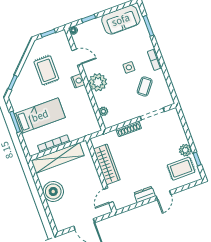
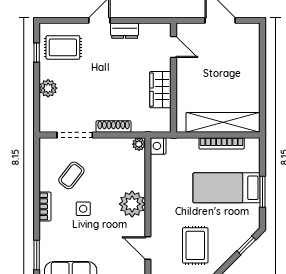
nightstand: (78, 81) -> (158, 146), moved
plant: (103, 111) -> (139, 144), moved
plant: (185, 150) -> (48, 88), moved
wardrobe: (107, 164) -> (160, 90), width x0.67
boiler: (53, 191) -> (246, 80), removed
door: (108, 196) -> (174, 47), hinge flipped

